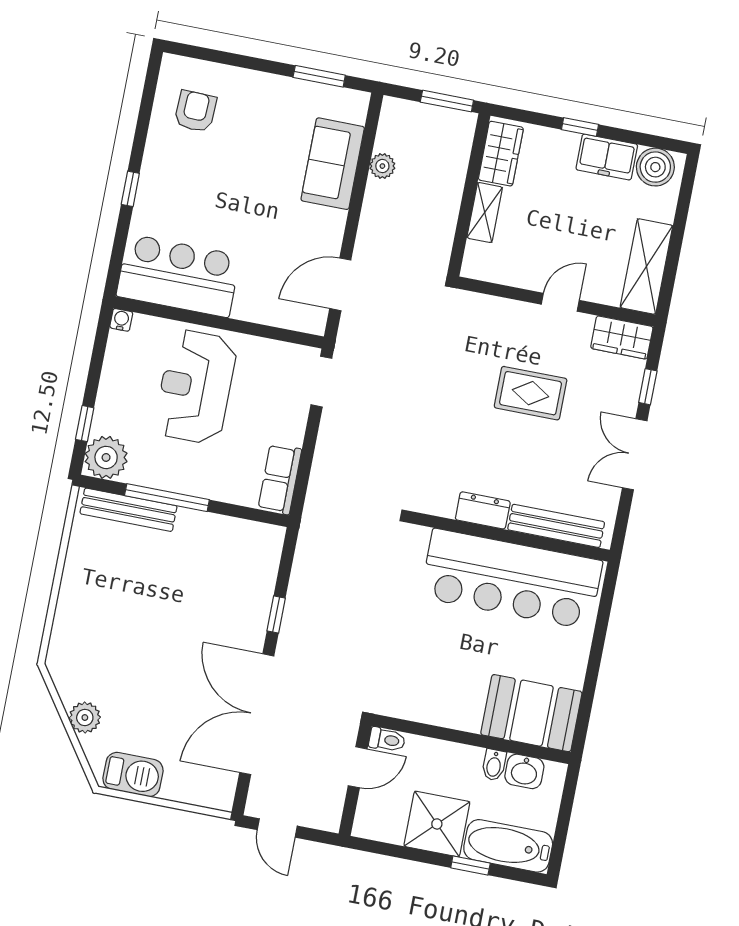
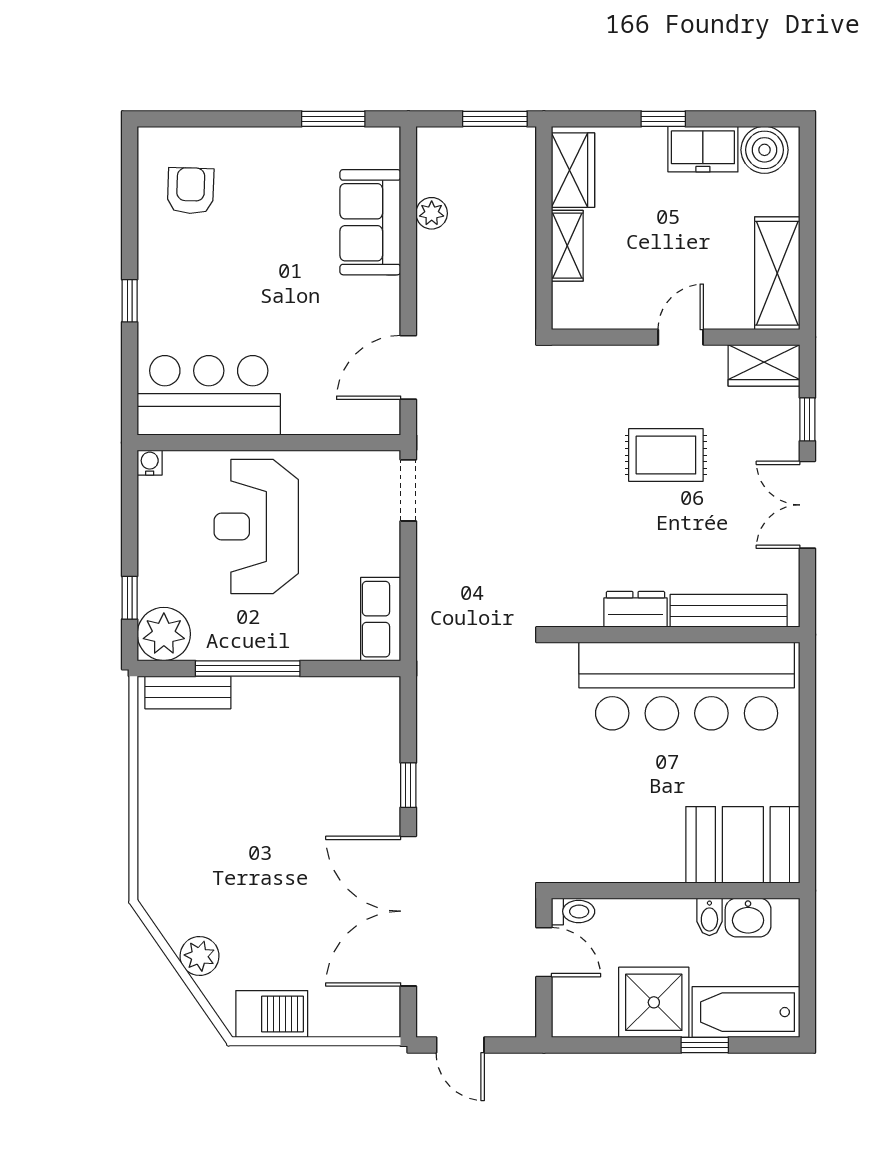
bench: (128, 510) -> (188, 692), width x0.73
door: (358, 767) -> (544, 952), hinge flipped

